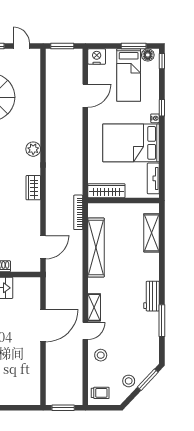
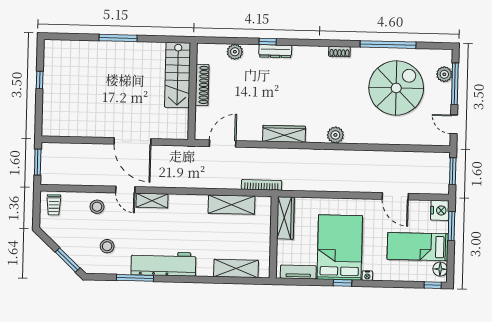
door: (21, 46) -> (454, 124), swing flipped
window: (134, 46) -> (451, 226), moved
window: (162, 108) -> (343, 283), moved
wardrobe: (33, 188) -> (284, 134), width x1.50
door: (43, 247) -> (223, 144), swing flipped
shelving: (96, 247) -> (231, 205), width x0.68
workbench: (152, 296) -> (163, 264), width x1.87, depth x1.32
stool: (129, 381) -> (107, 246), moved

